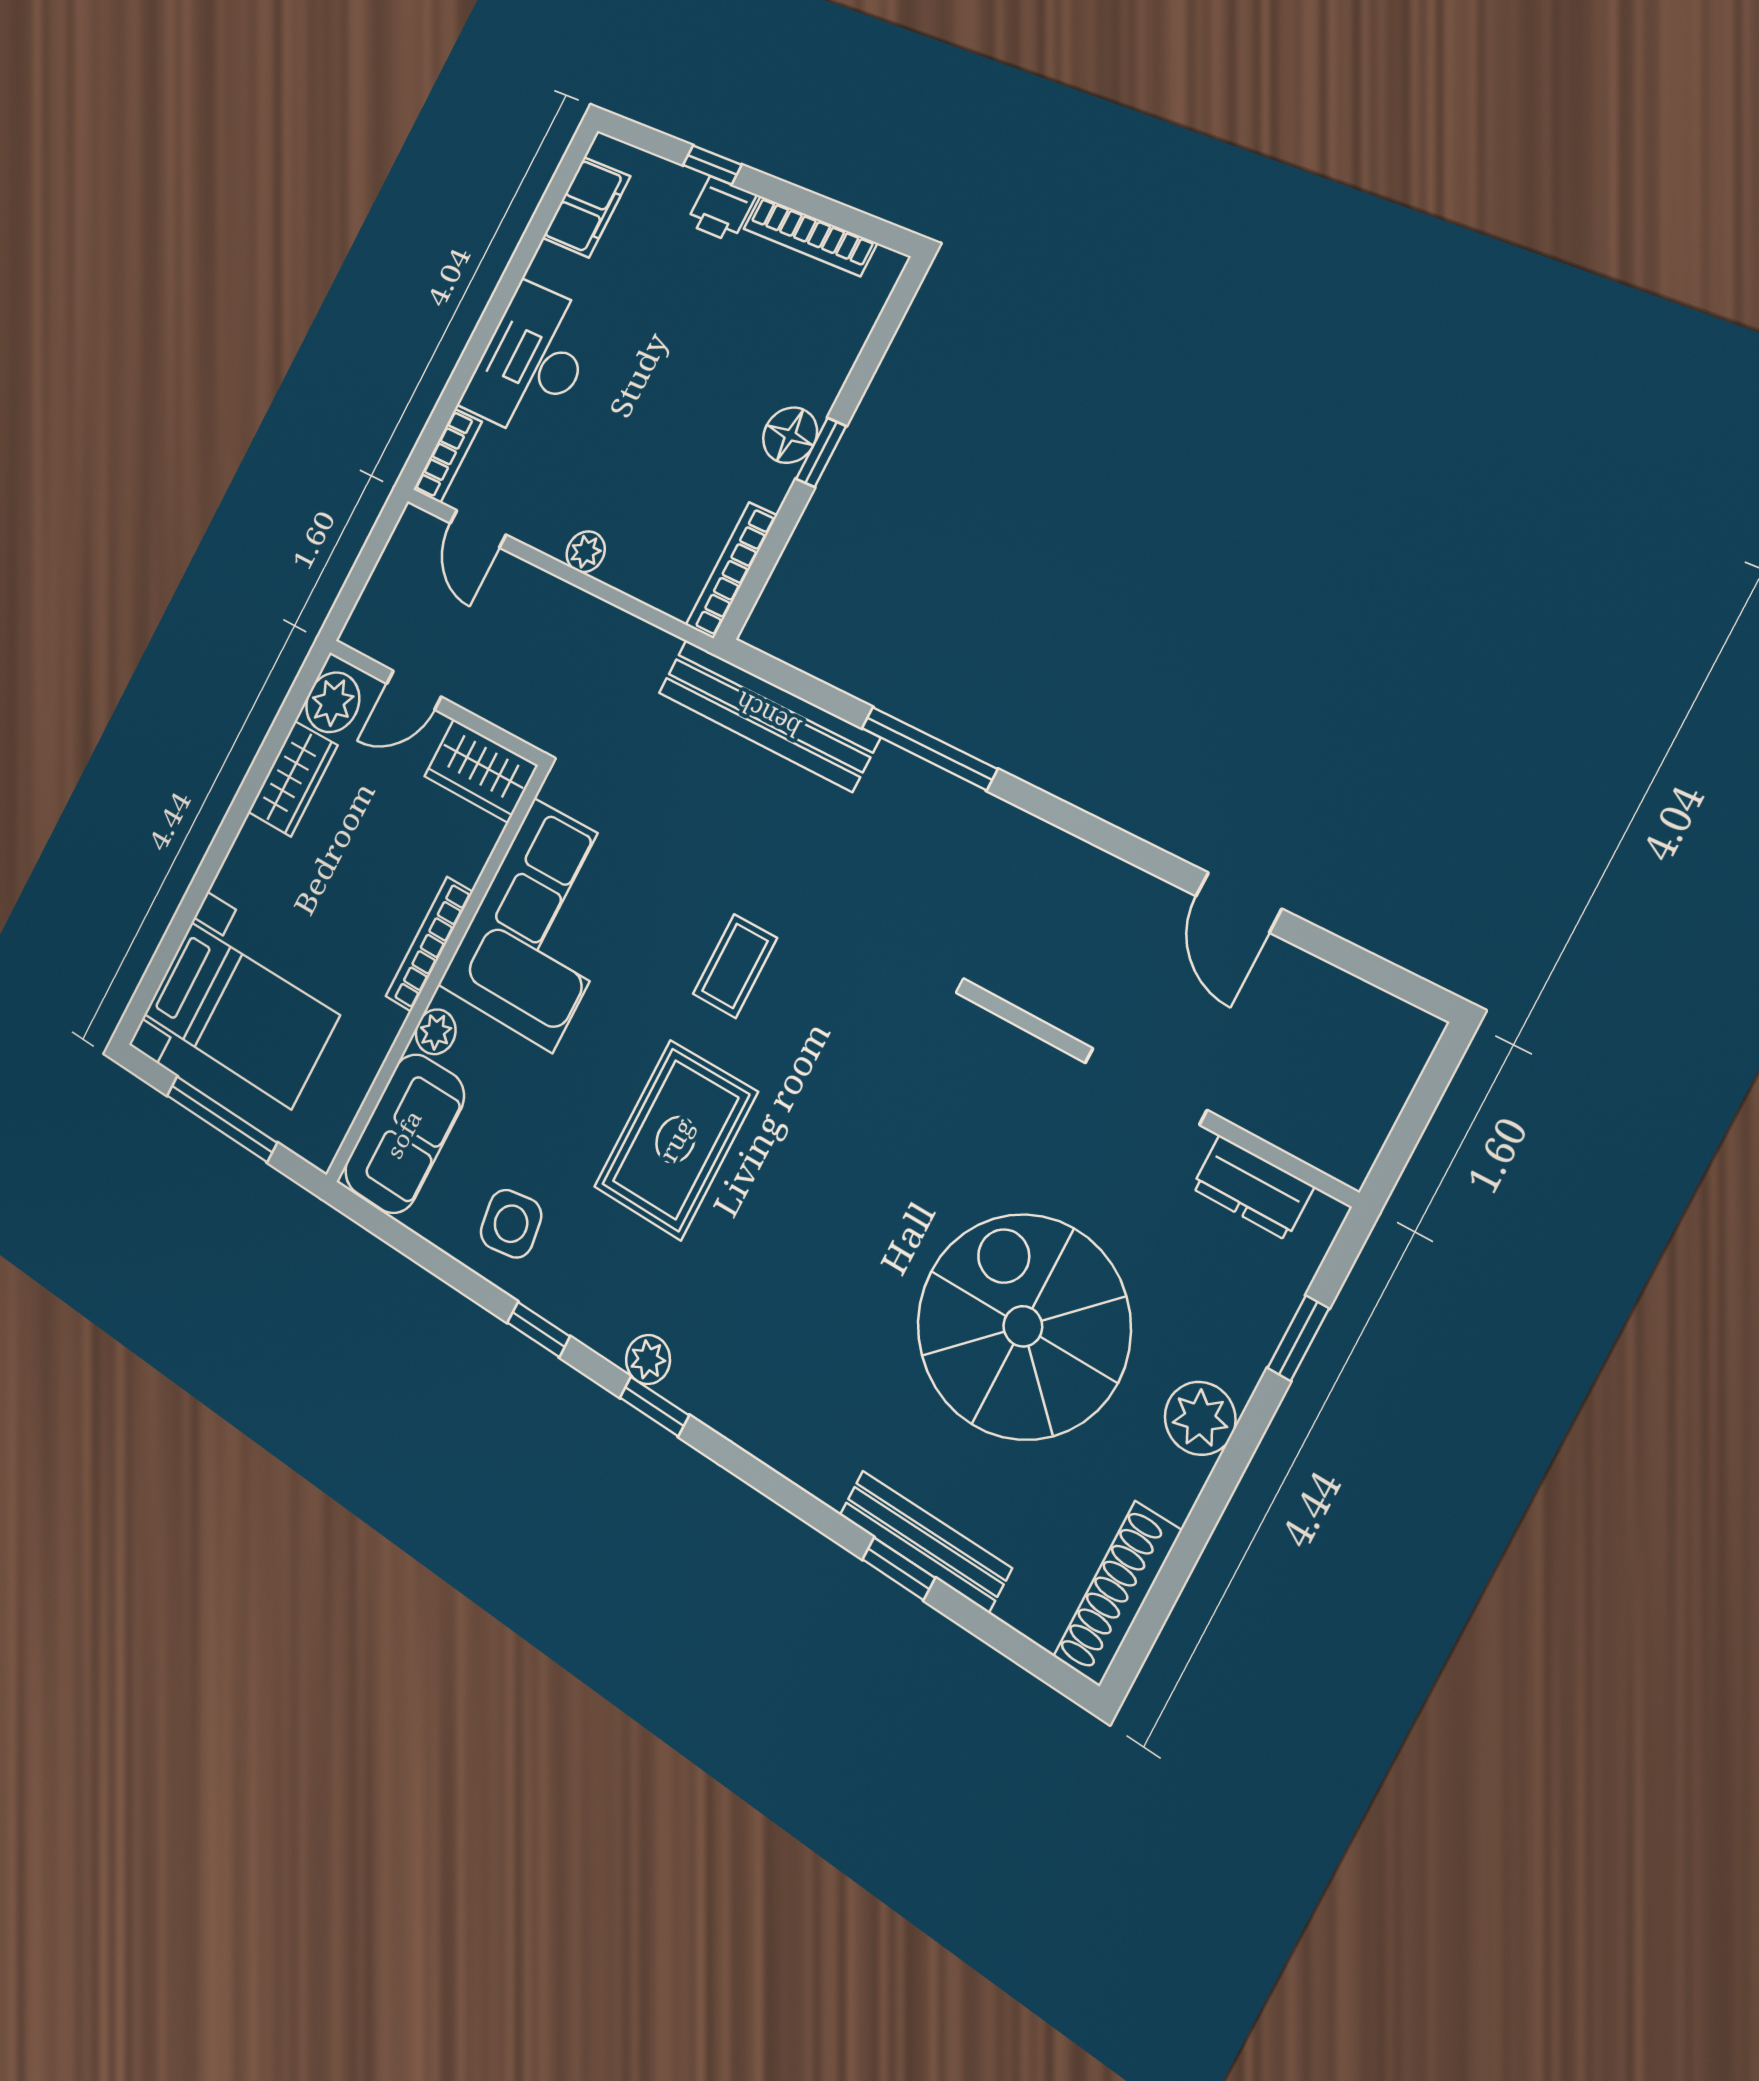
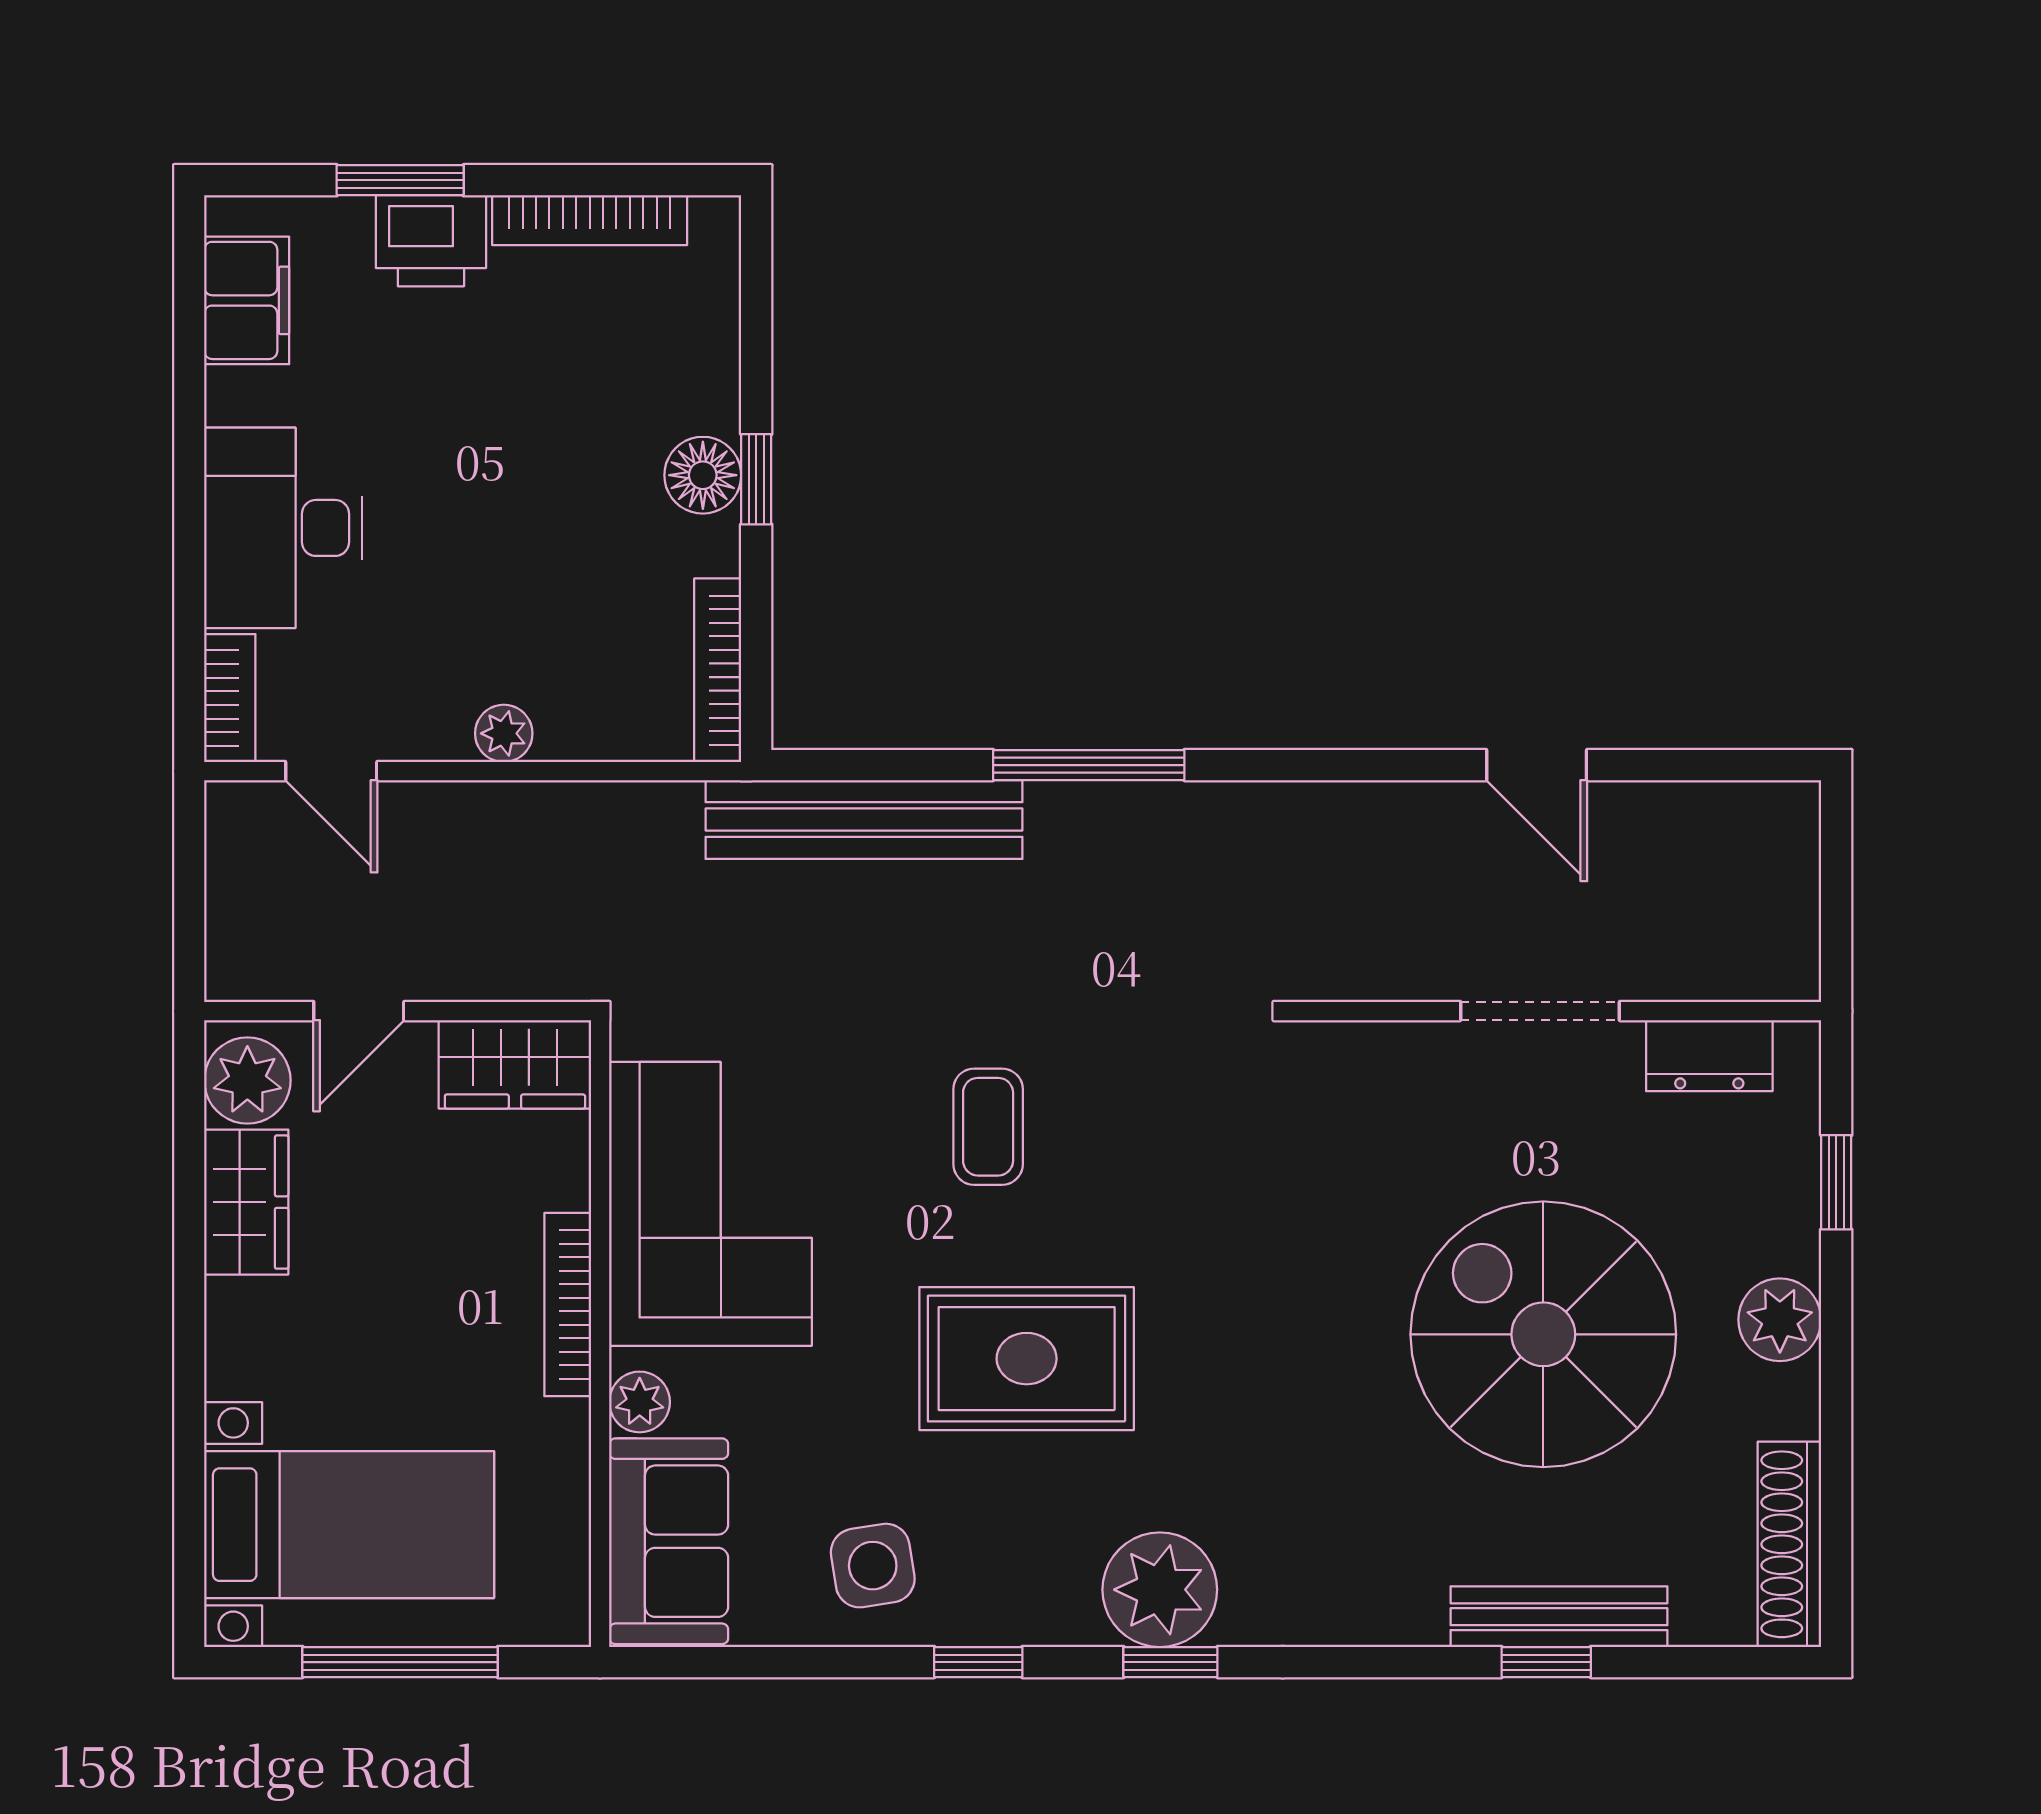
window: (712, 165) -> (400, 180), width x1.50
printer: (721, 209) -> (431, 241), width x1.36, depth x1.24
rug: (676, 1140) -> (1027, 1359), turned 90
plant: (648, 1359) -> (1160, 1590), width x1.88, depth x1.88

